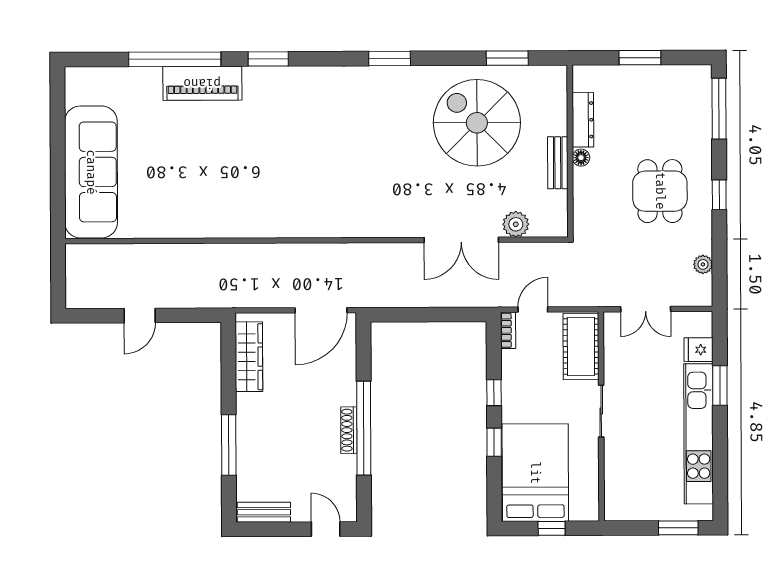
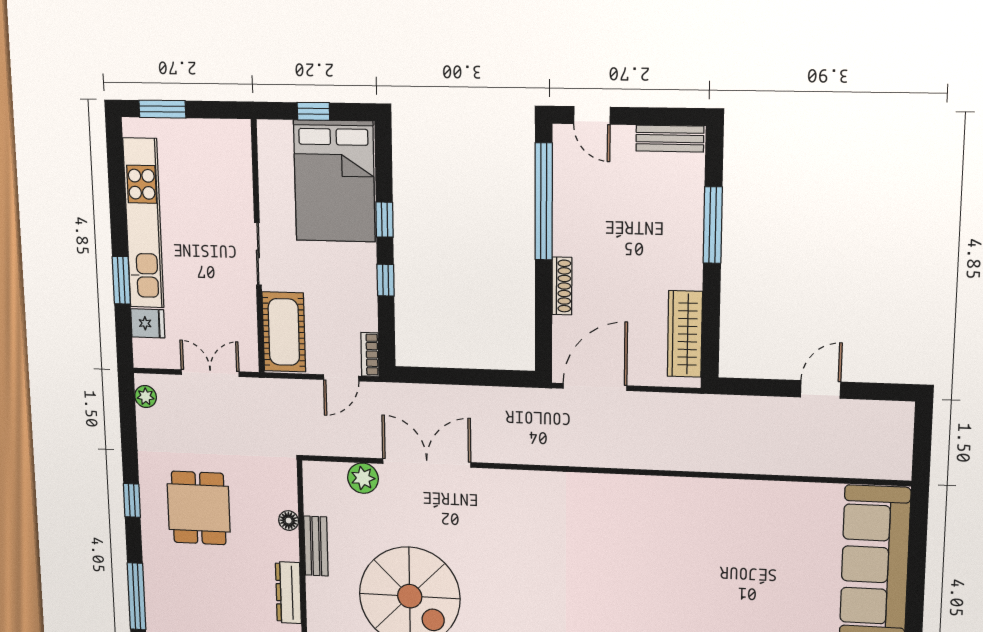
floor lamp: (581, 158) -> (289, 521), moved
plant: (703, 264) -> (146, 397), moved
window: (364, 428) -> (544, 202), moved
shoe rack: (349, 430) -> (562, 286), moved

